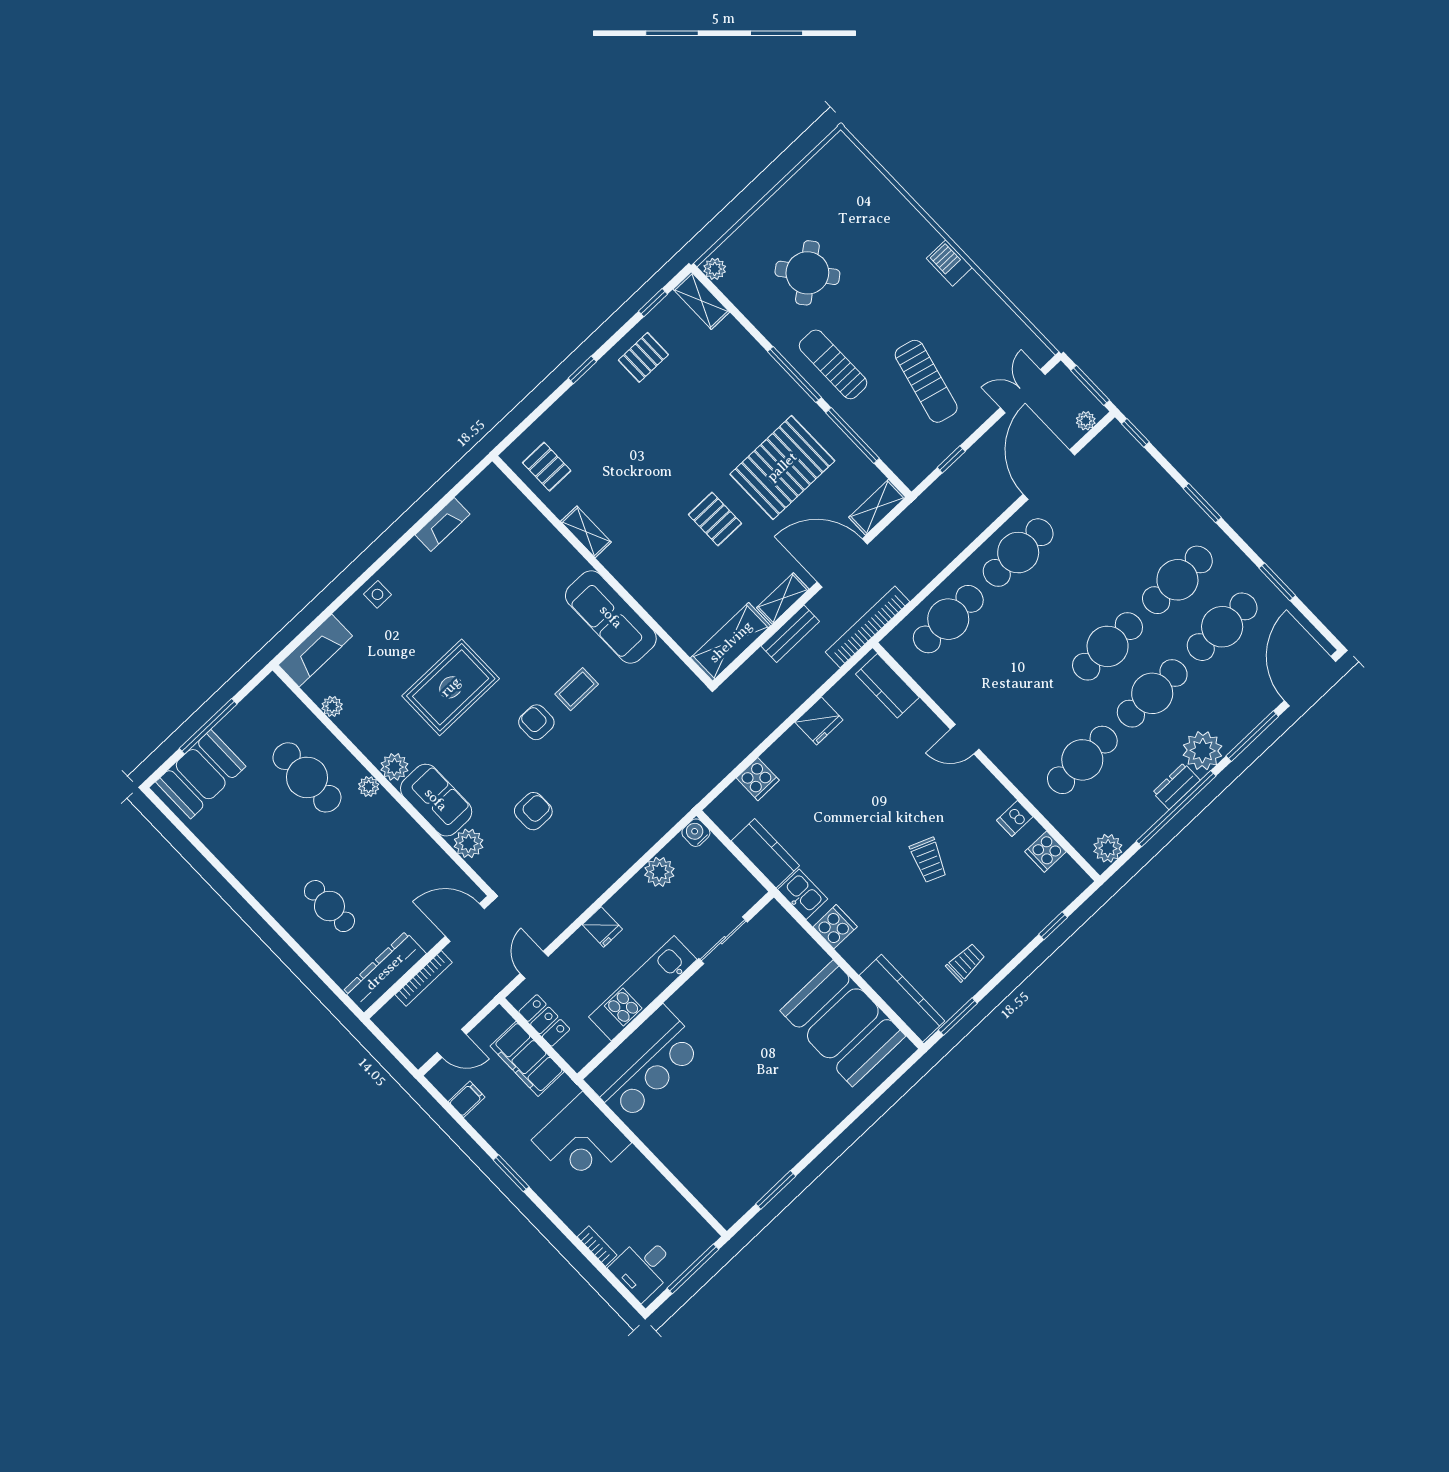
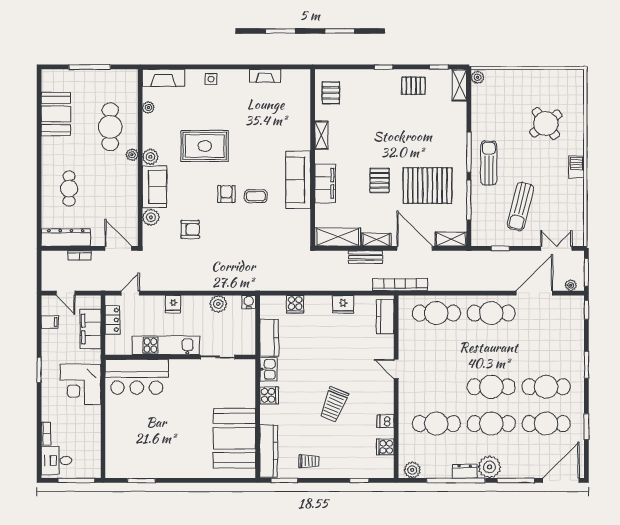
round table: (807, 273) -> (546, 123), moved
filing cabinet: (649, 589) -> (325, 183), added
booth: (201, 774) -> (56, 114), moved, turned 90
trolley: (928, 860) -> (334, 405), width x1.36, depth x1.39
bookcase: (424, 978) -> (79, 255), width x0.64

